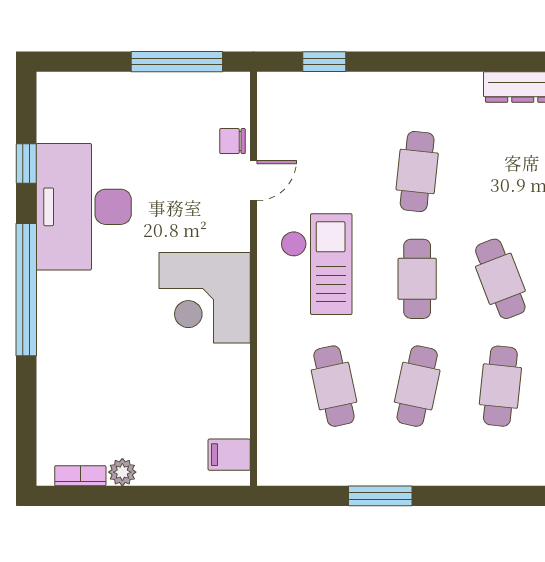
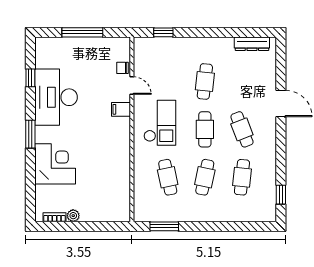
window: (177, 62) -> (82, 32), moved
door: (253, 181) -> (132, 86), hinge flipped
window: (26, 290) -> (30, 134), width x0.47
corner desk: (205, 298) -> (55, 164), moved, turned 180
filing cabinet: (229, 455) -> (121, 109), moved
window: (380, 496) -> (164, 226), moved

